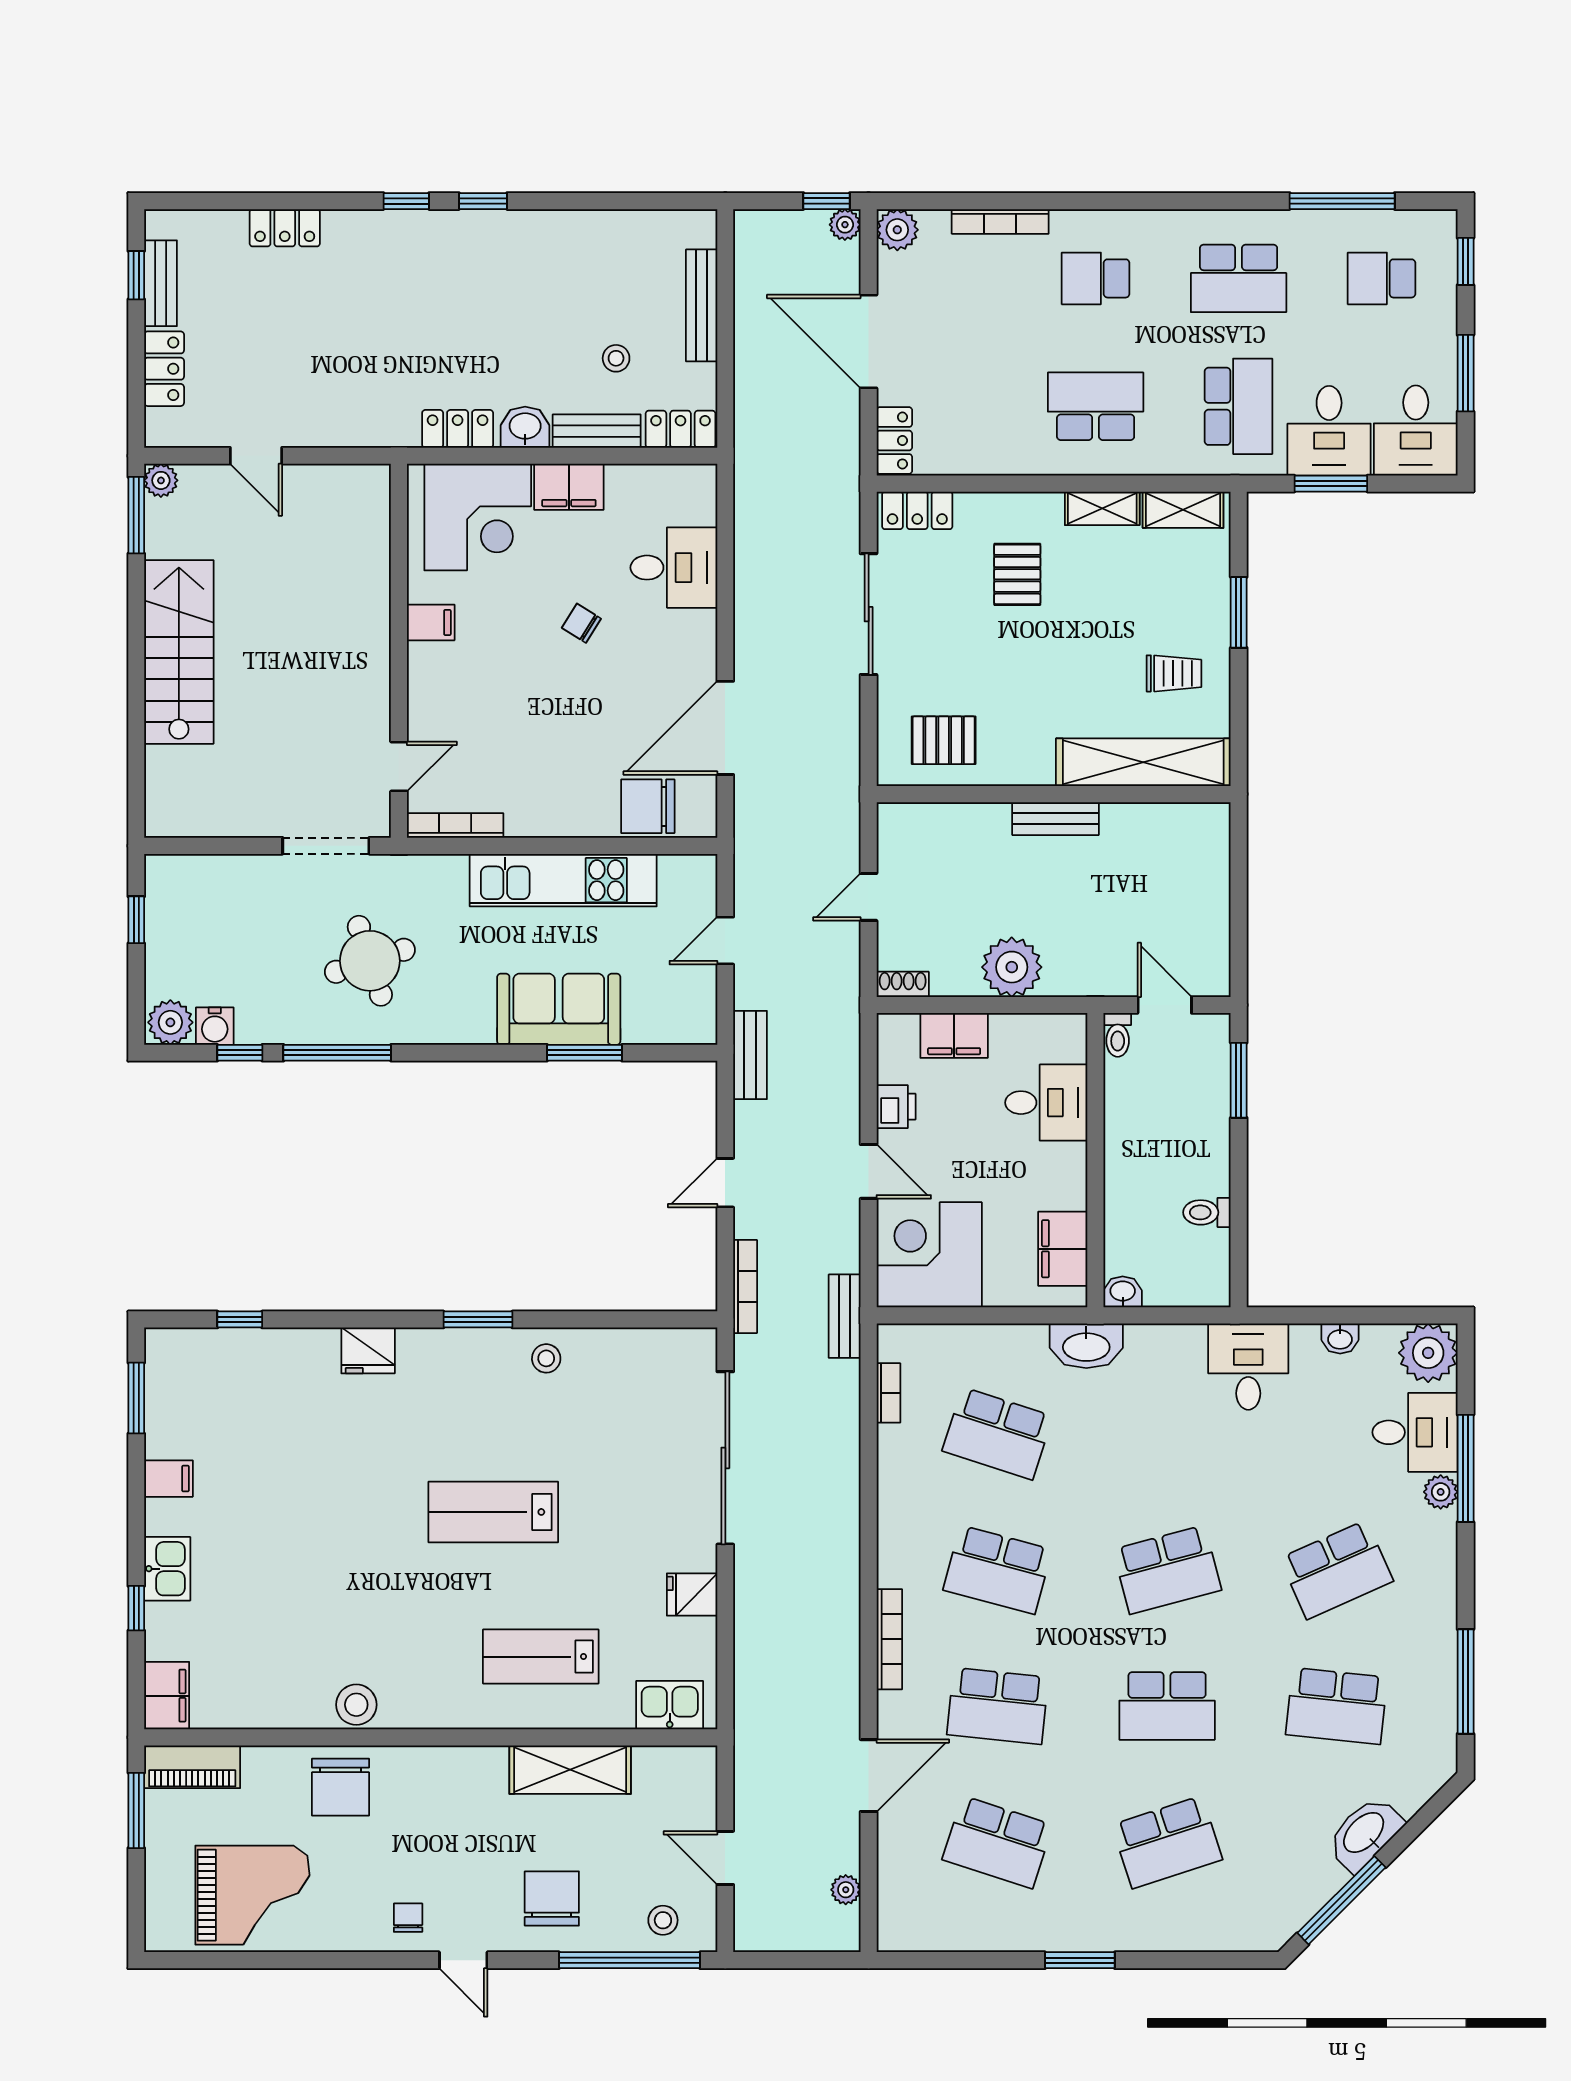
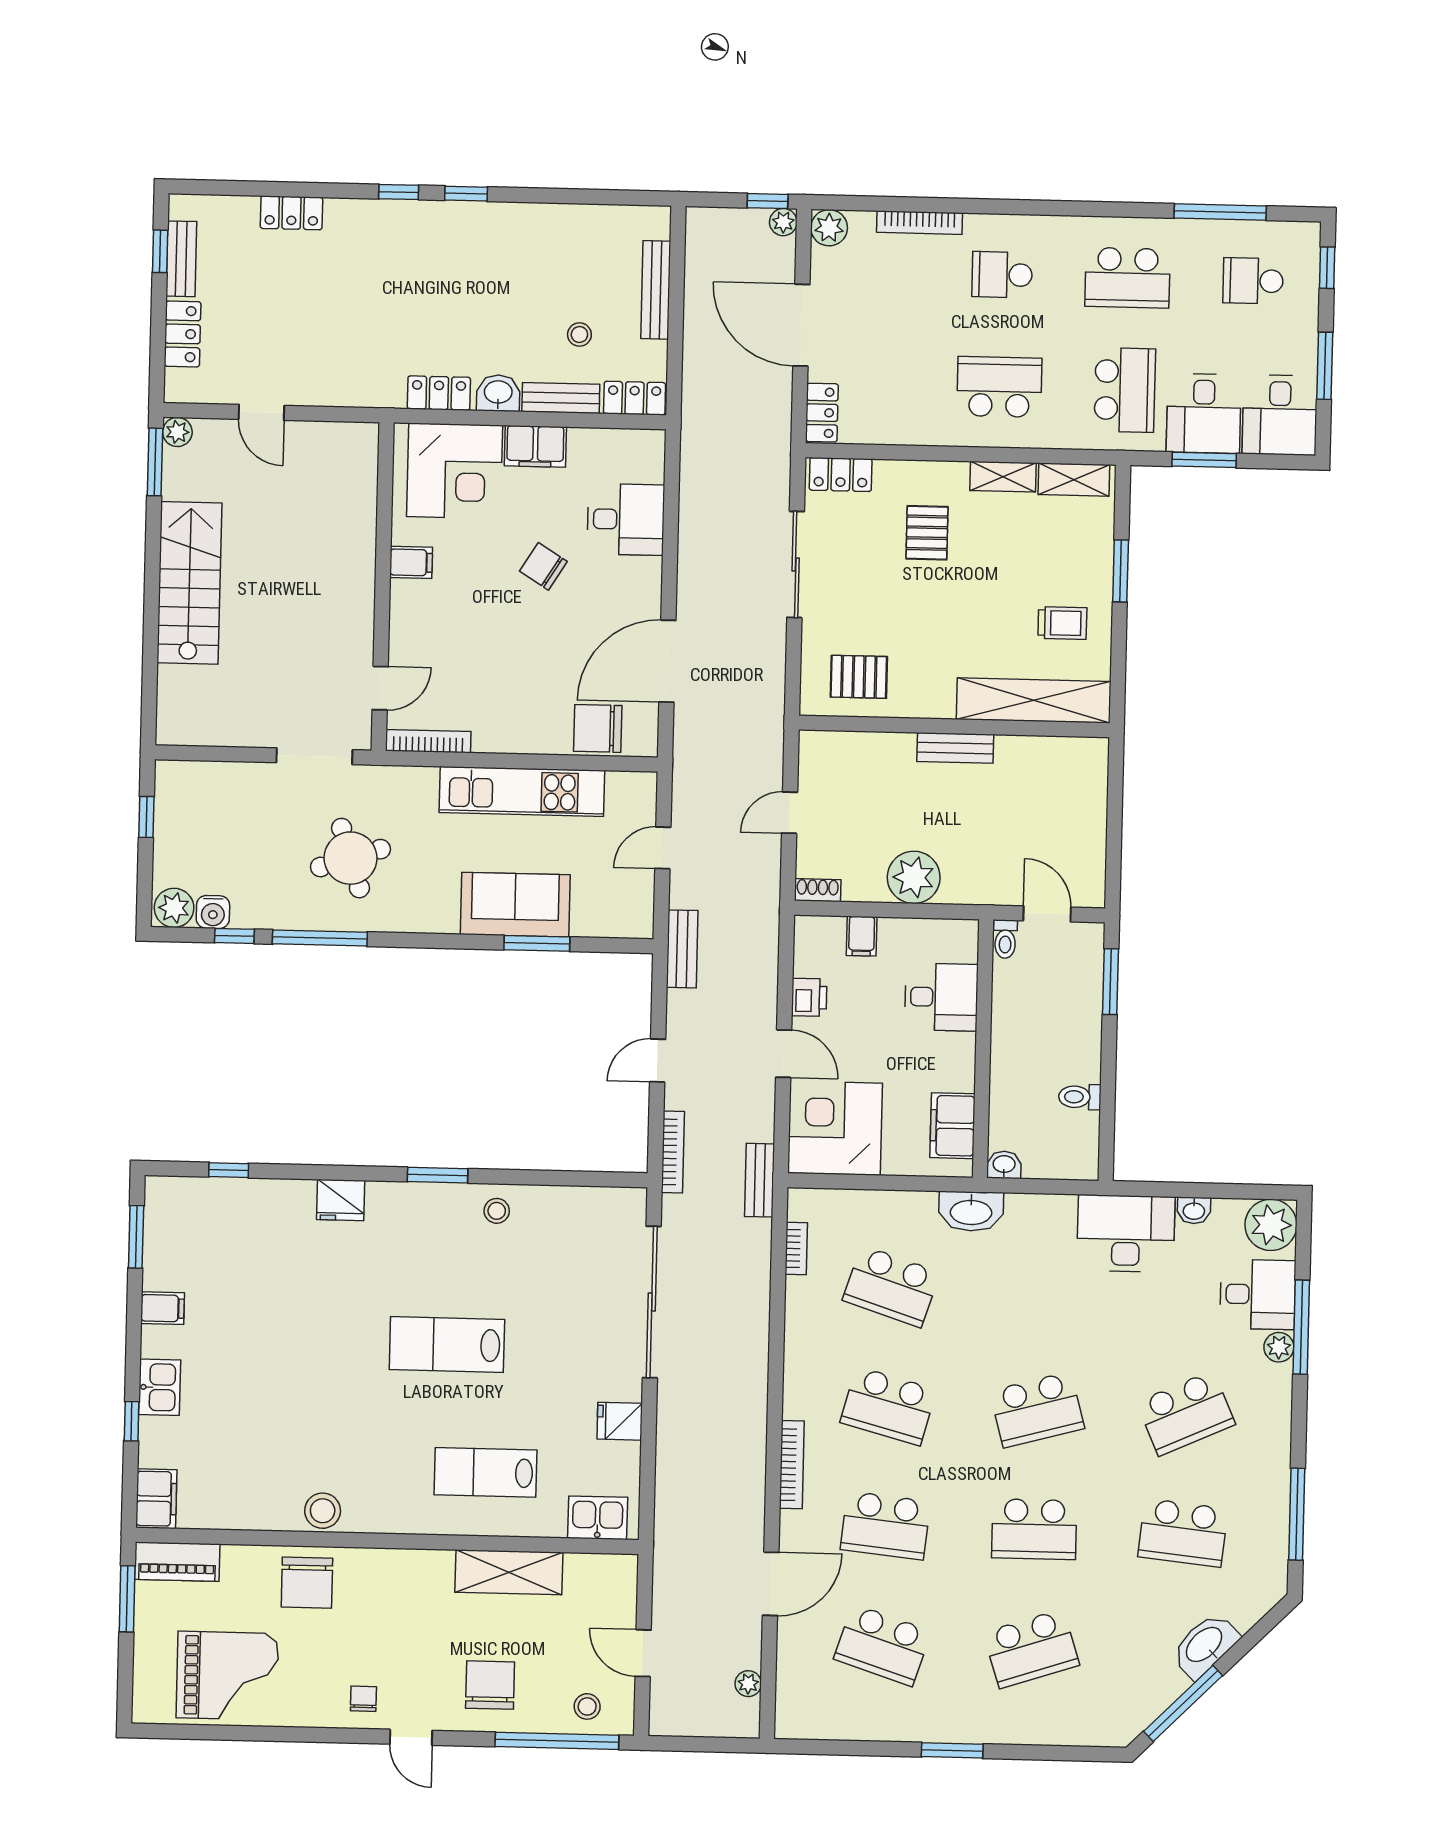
chair: (581, 623) -> (543, 566), width x1.37, depth x1.37
filing cabinet: (954, 1035) -> (862, 936), width x0.50
desk: (1248, 1367) -> (1126, 1233), width x1.37

